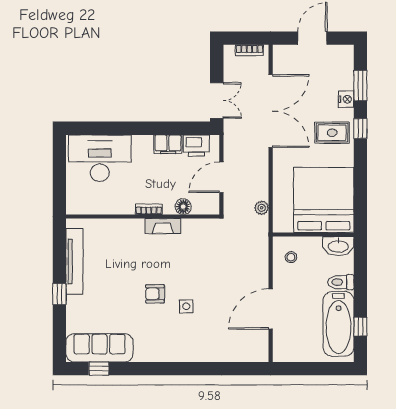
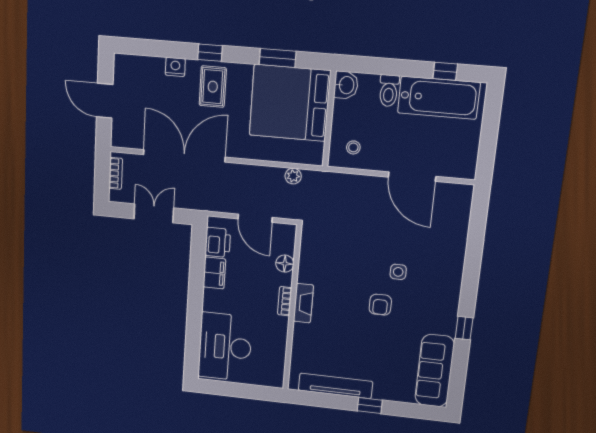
window: (360, 85) -> (278, 58), moved
double door: (217, 100) -> (154, 213), moved
fireplace: (163, 226) -> (303, 303), moved
washbasin: (338, 246) -> (346, 85), width x0.72
window: (99, 369) -> (464, 328), moved

